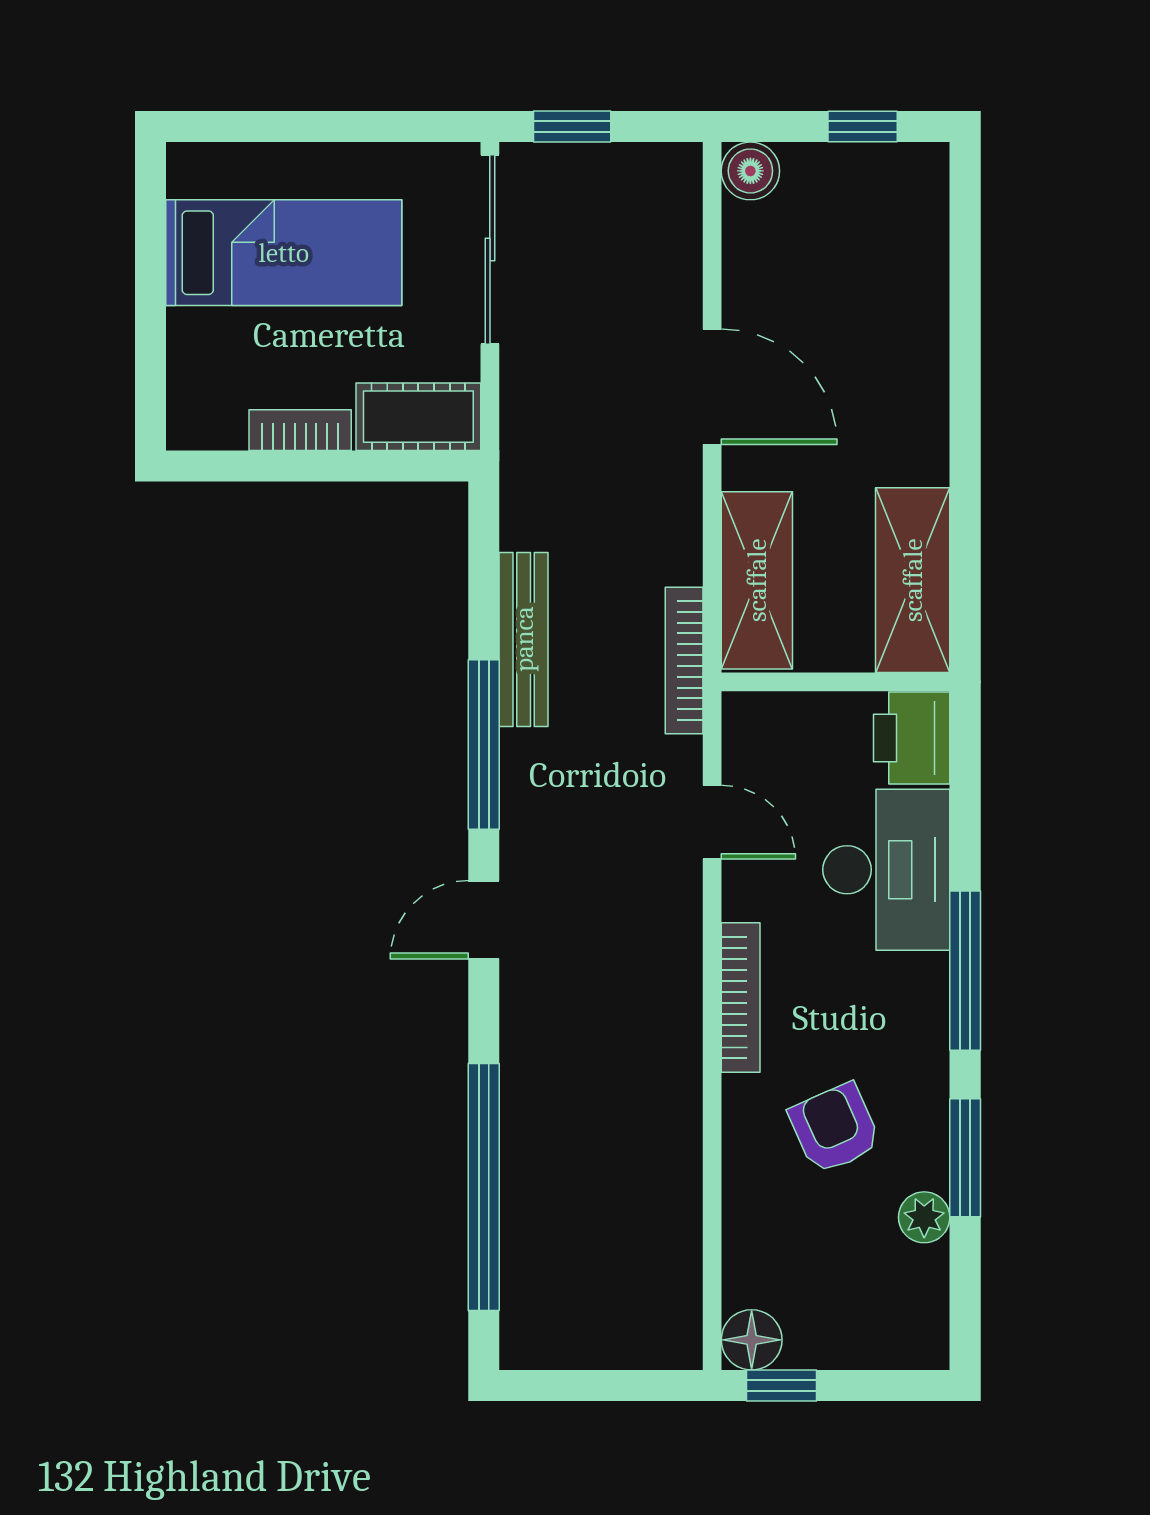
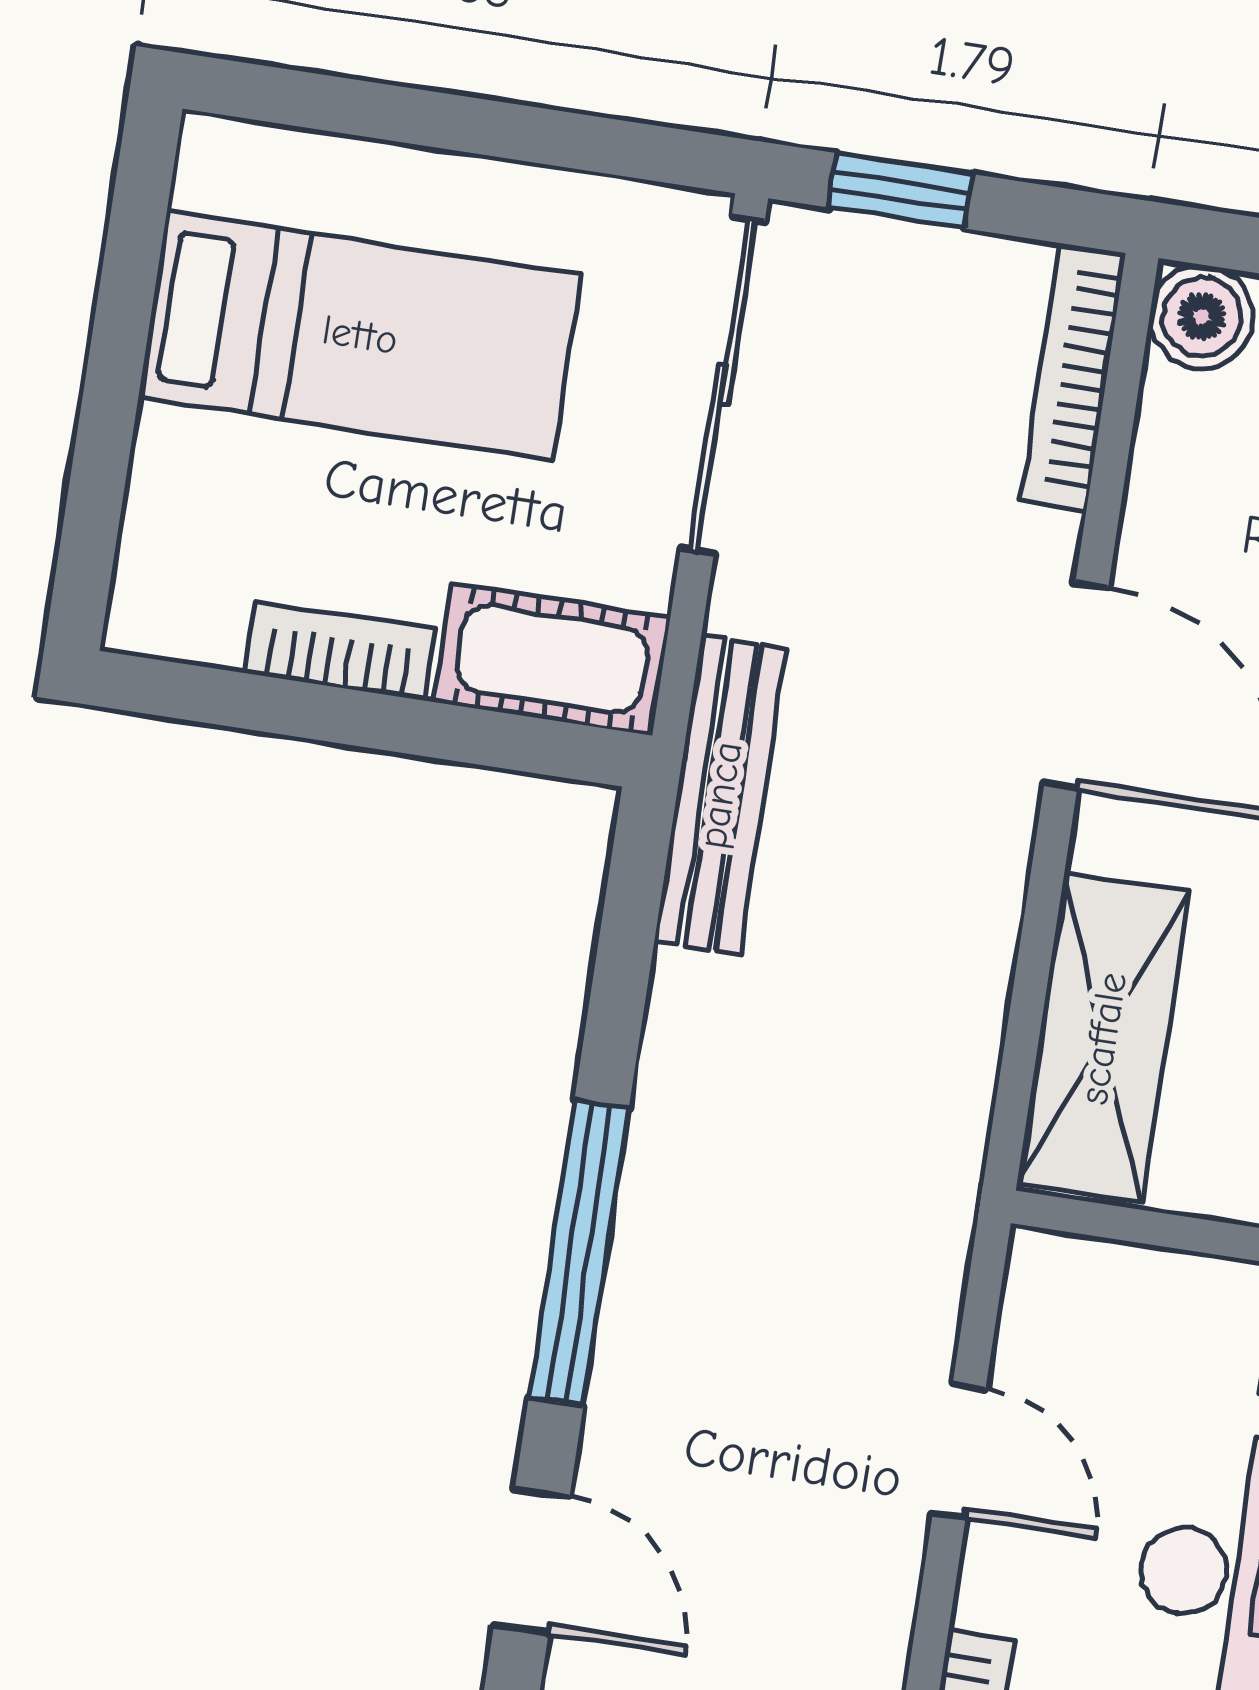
bench: (524, 639) -> (720, 795), moved
bookcase: (684, 660) -> (1073, 377), moved
door: (484, 920) -> (532, 1561), swing flipped

